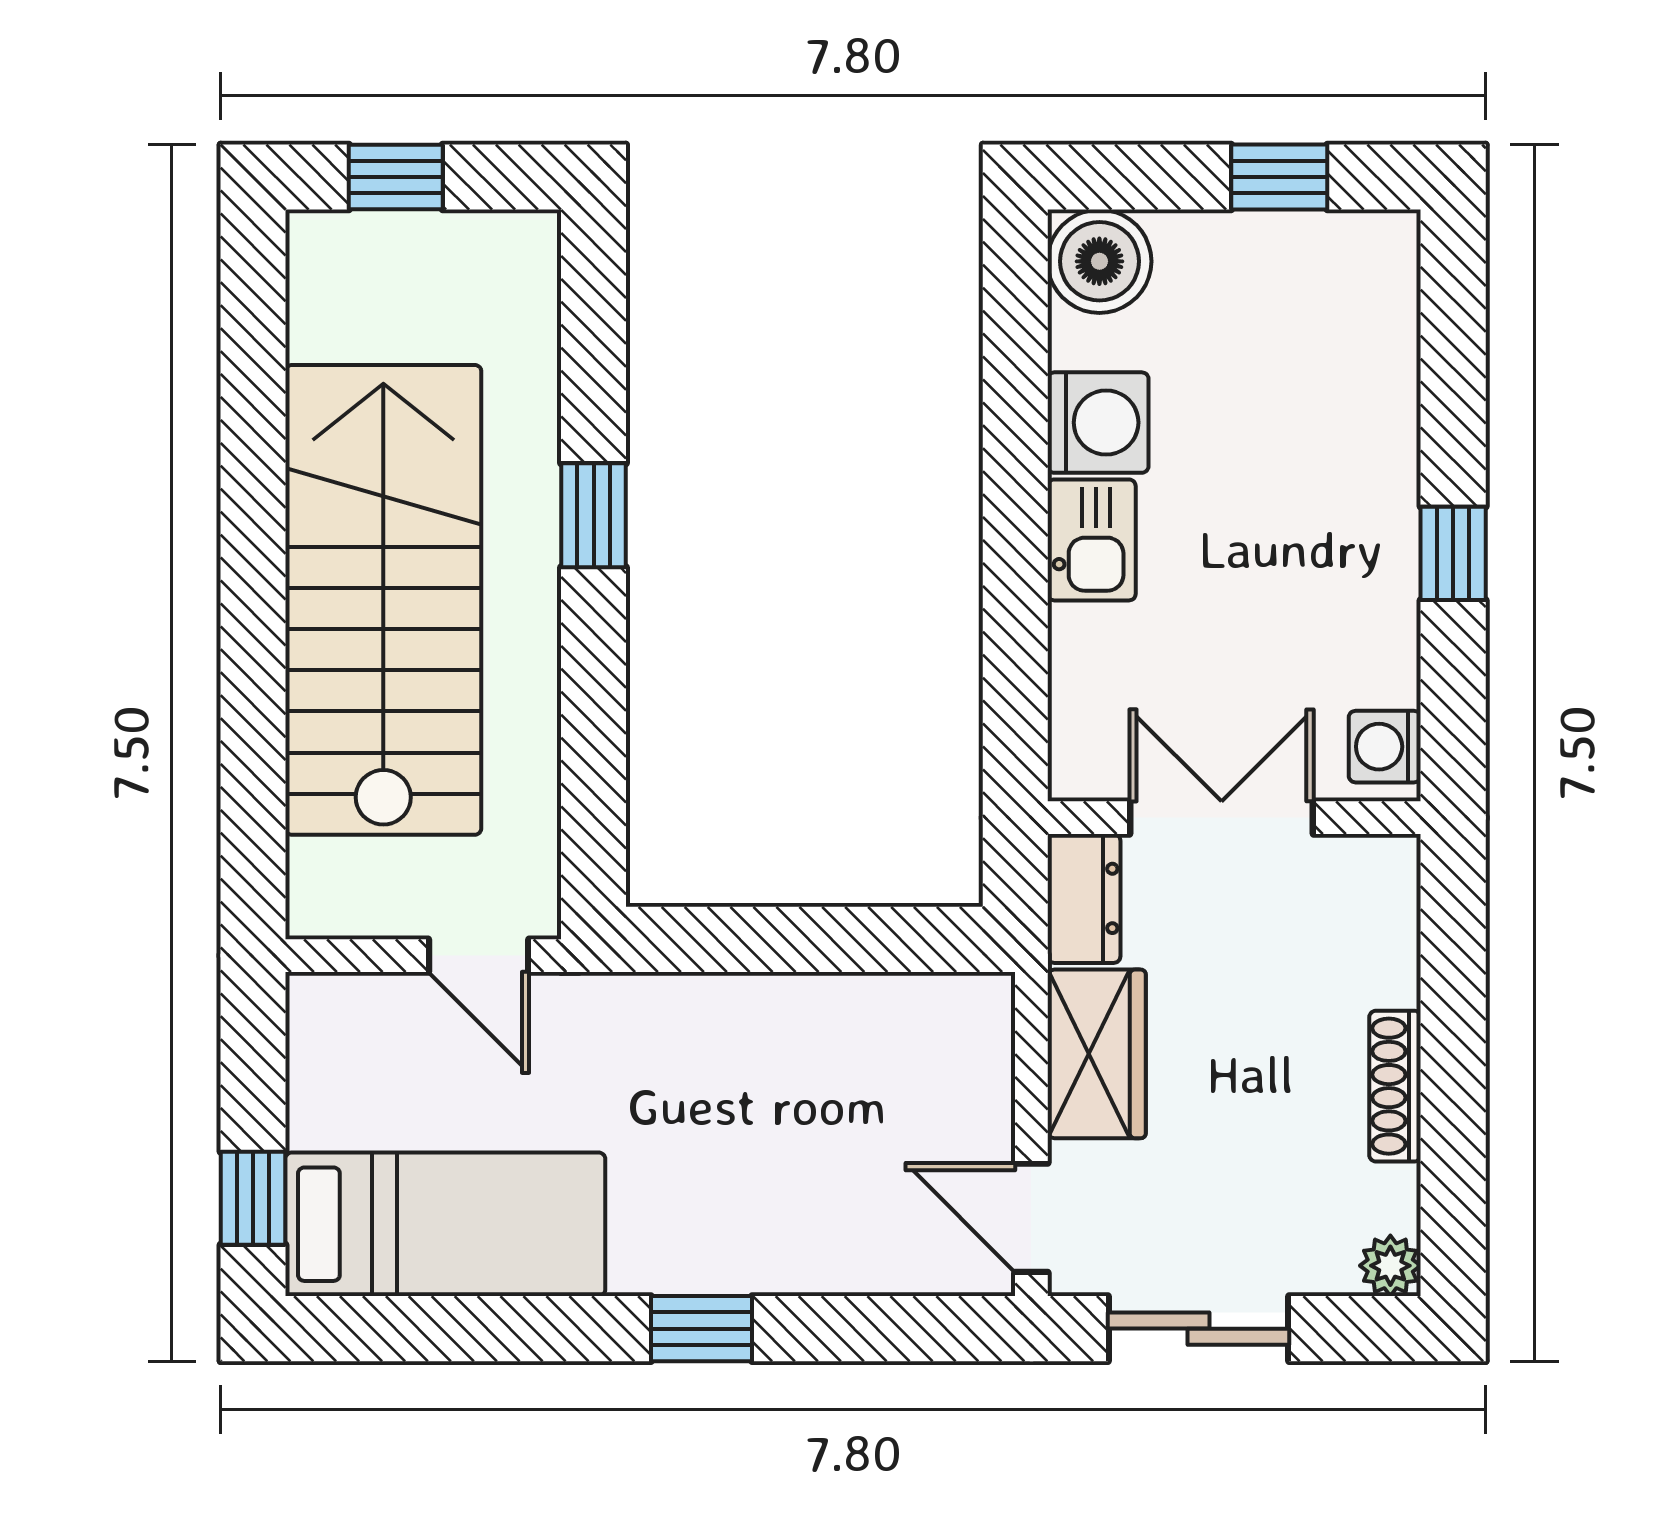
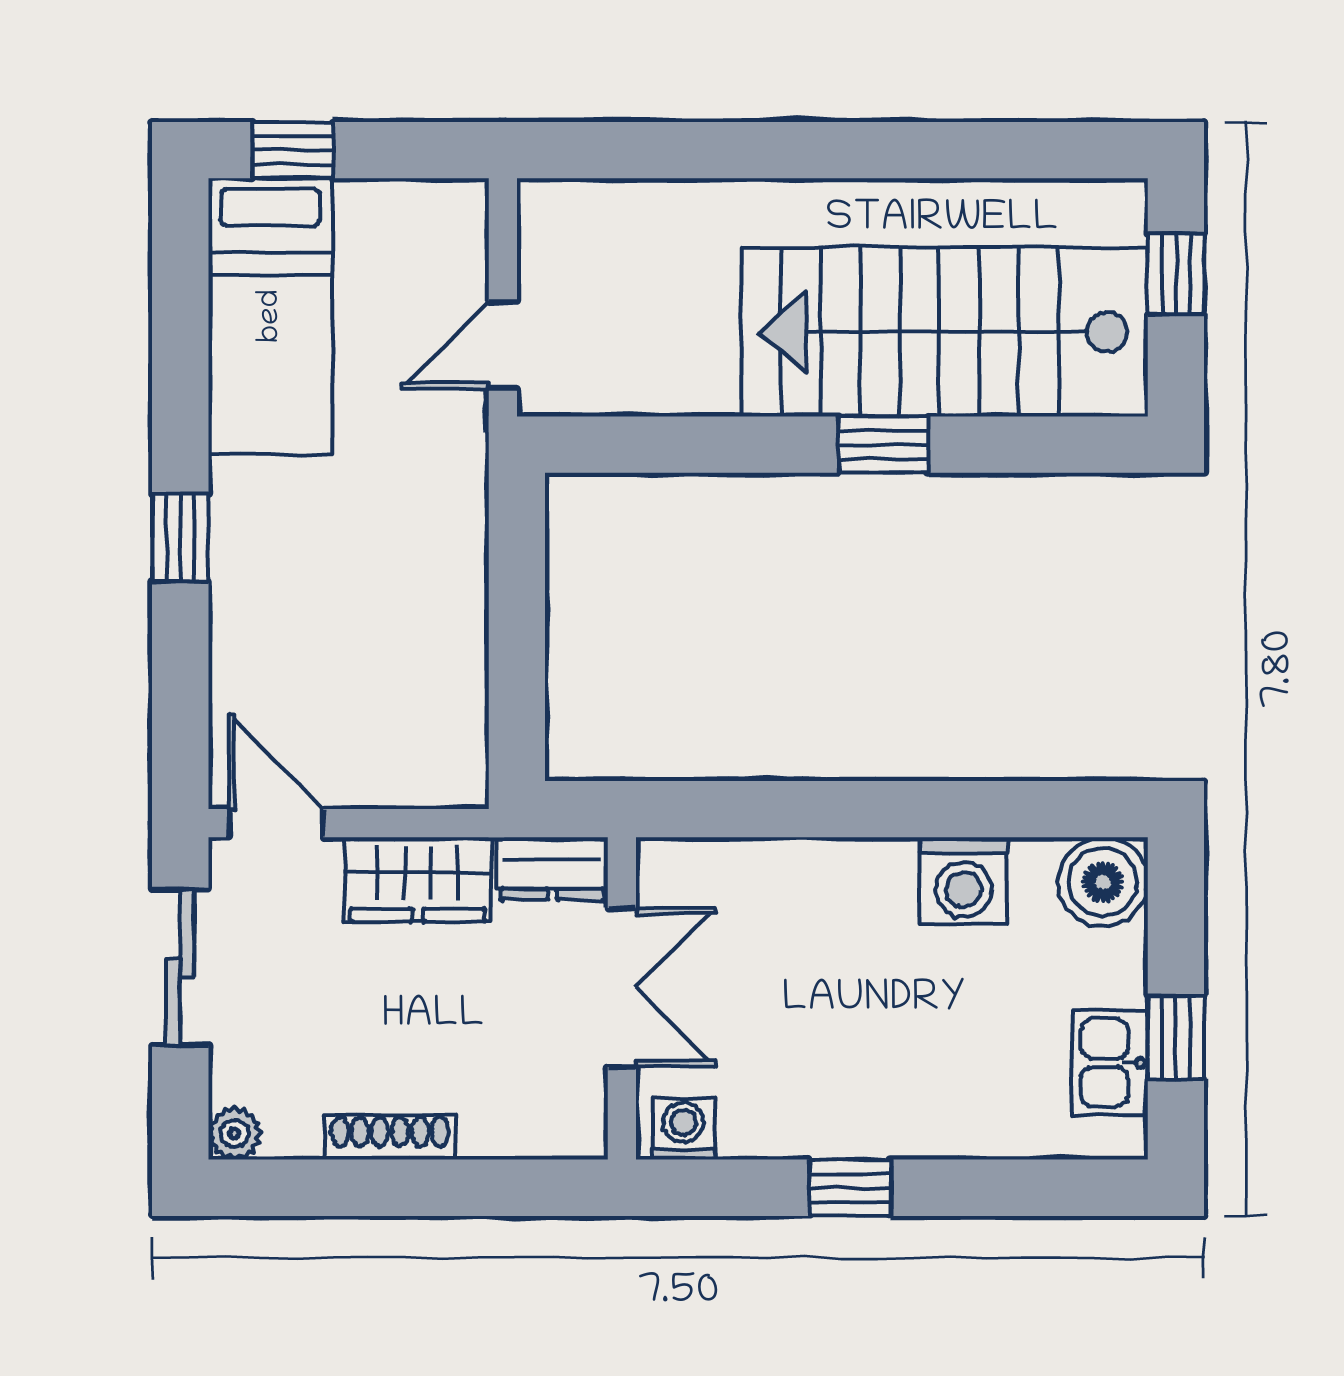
kitchen sink: (1092, 540) -> (1110, 1063), moved, turned 90
stairs: (383, 600) -> (945, 332), moved, turned 180
door: (1031, 1218) -> (276, 823), hinge flipped

